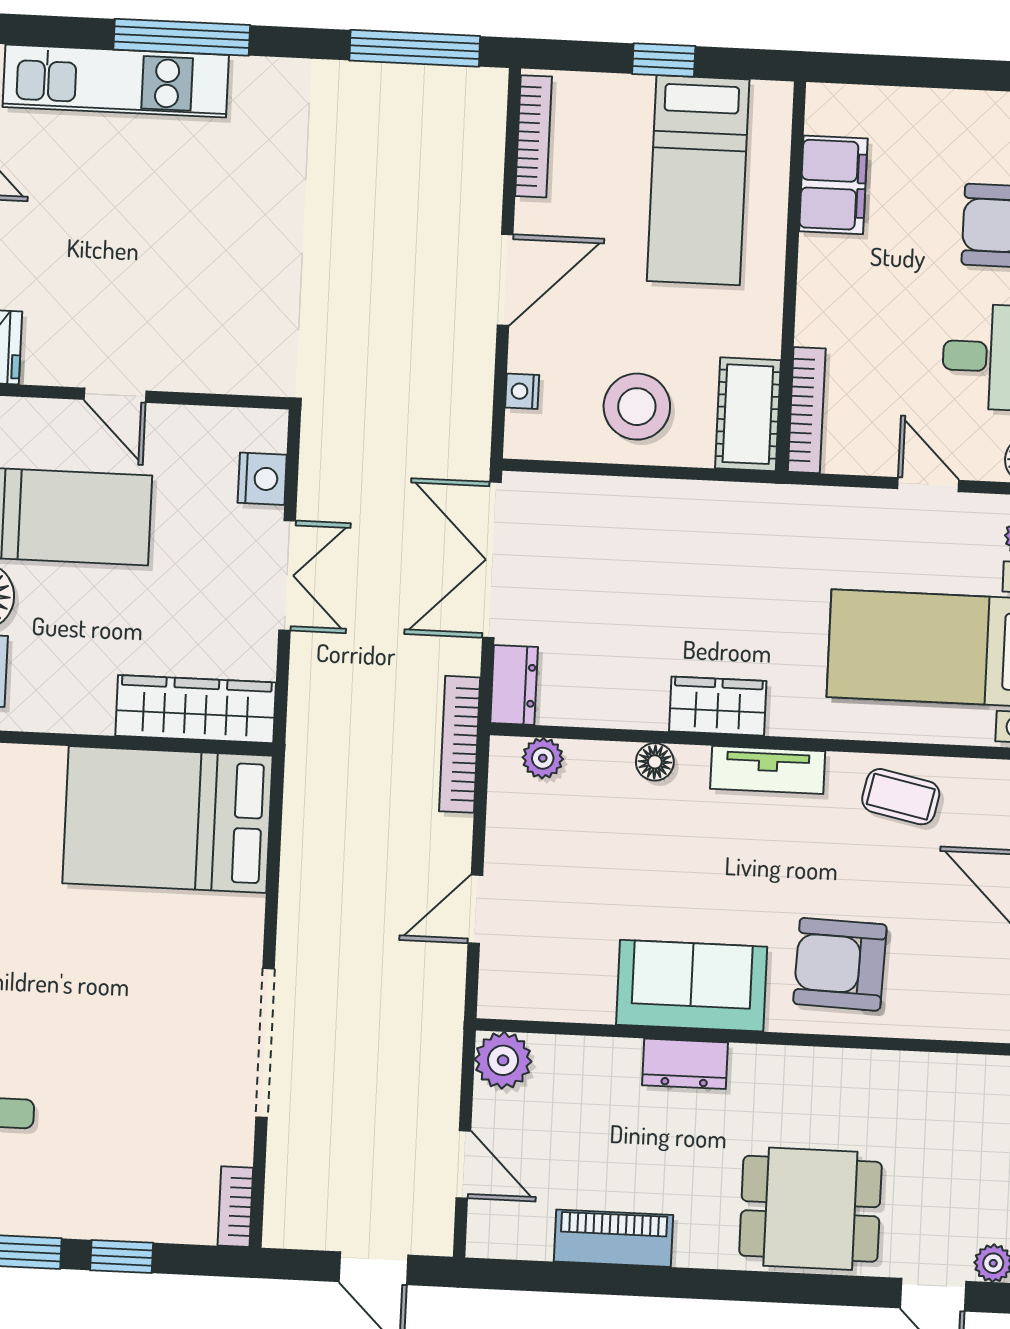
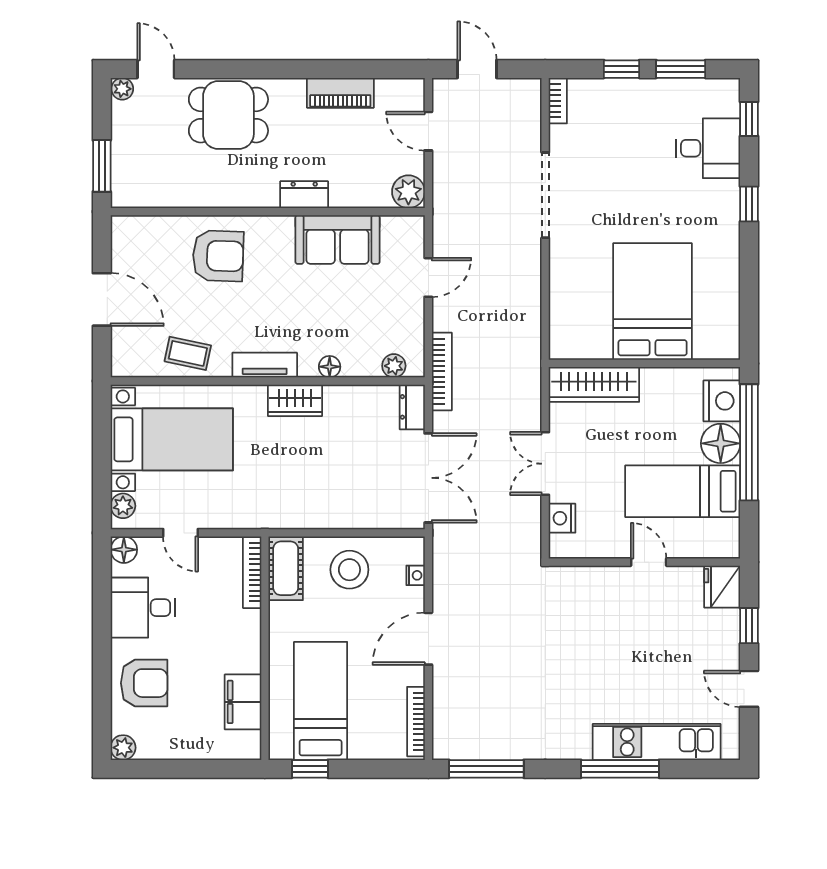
window: (664, 60) -> (310, 769), moved
bed: (167, 819) -> (653, 302), moved, turned -90
sofa: (692, 986) -> (338, 240), moved

